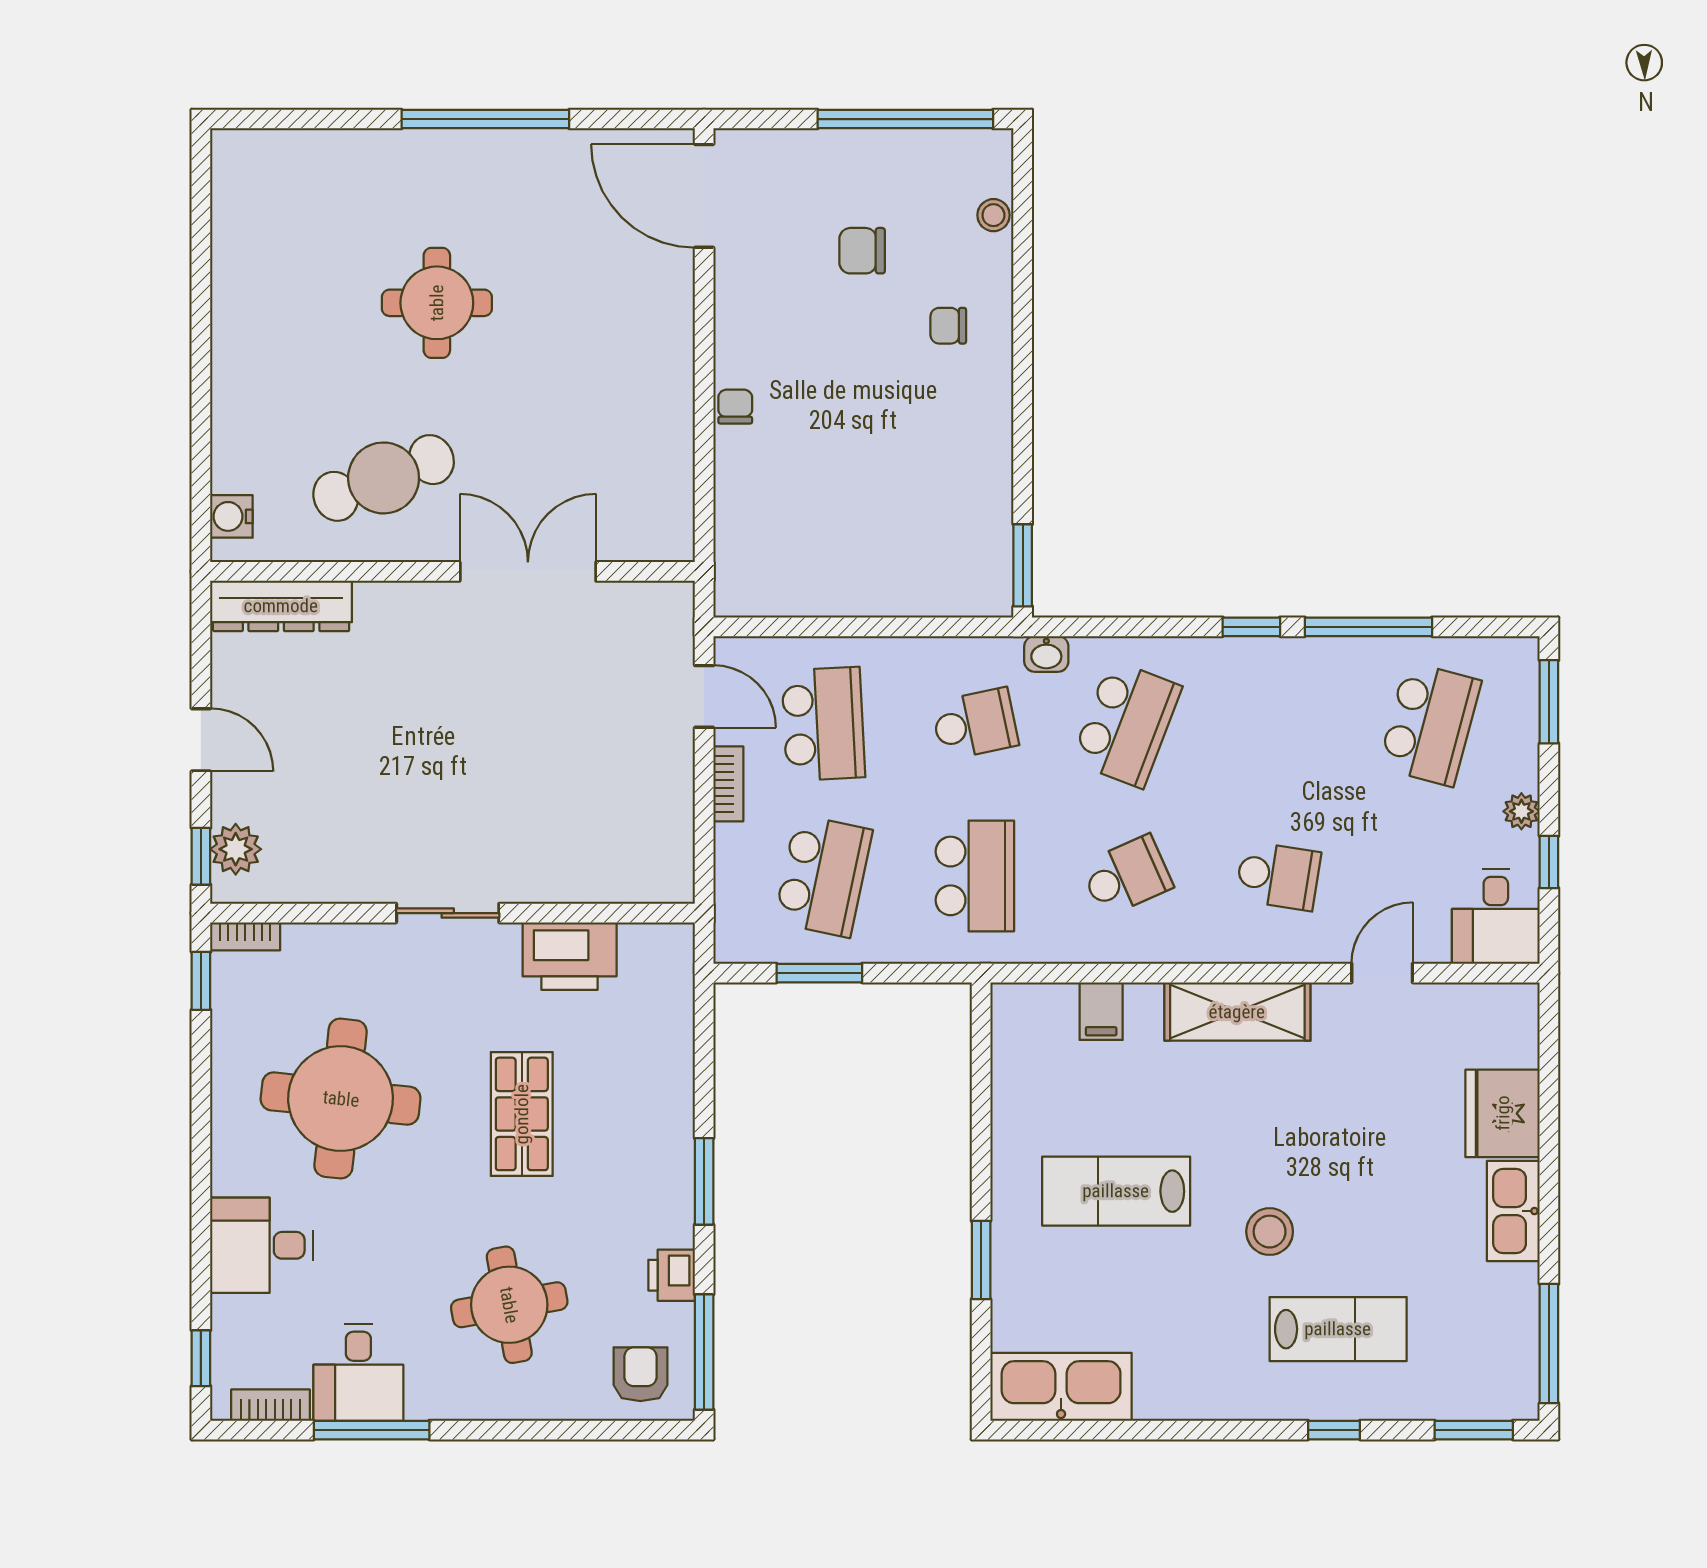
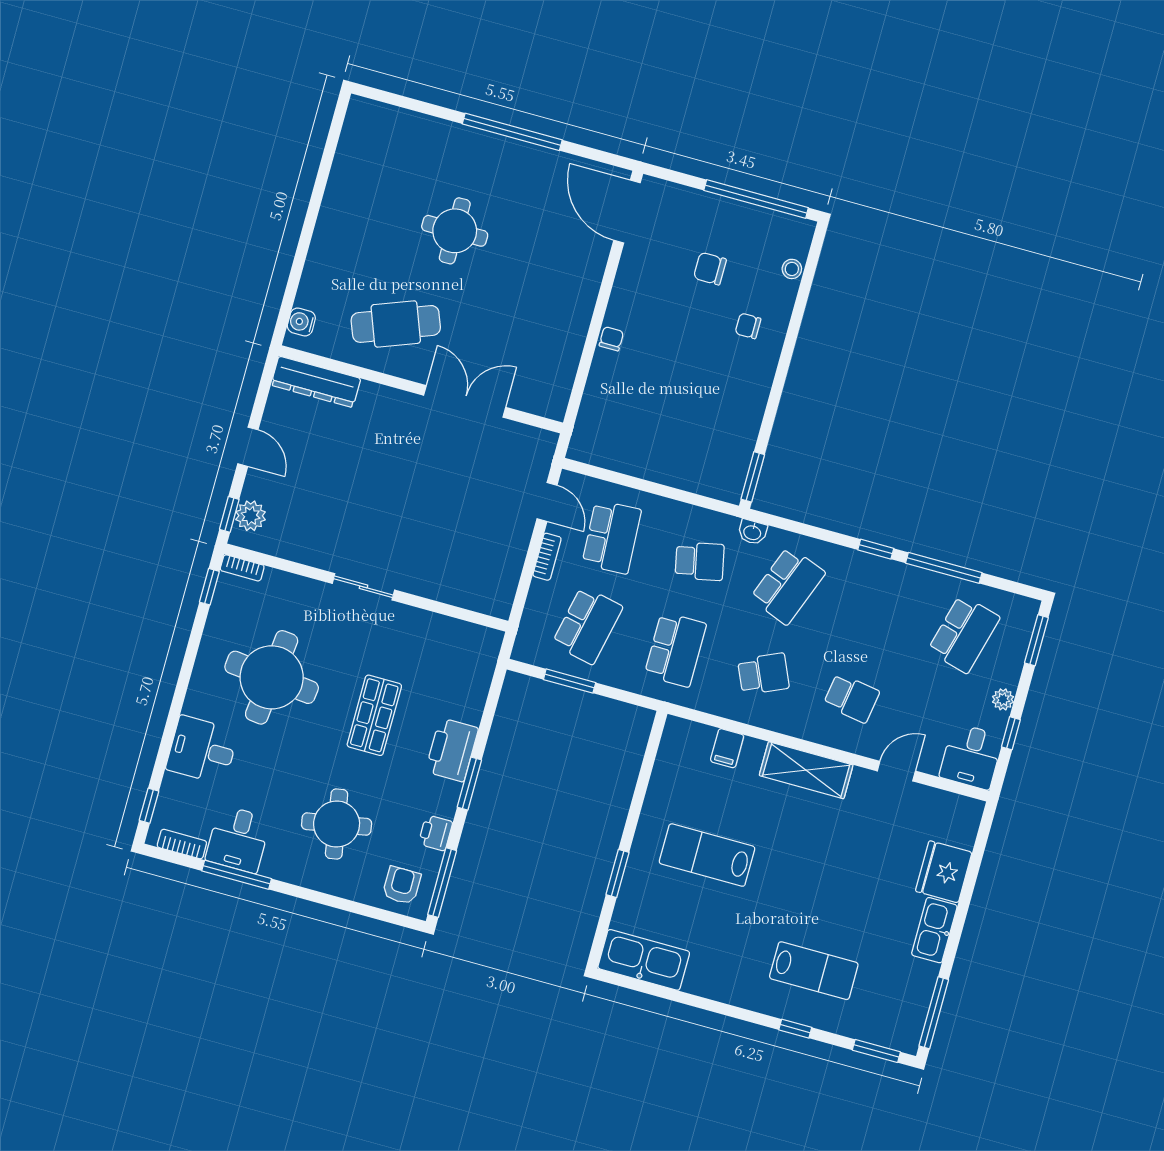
printer: (570, 956) -> (452, 750), moved, turned 90
stool: (1270, 1232) -> (790, 903), removed

